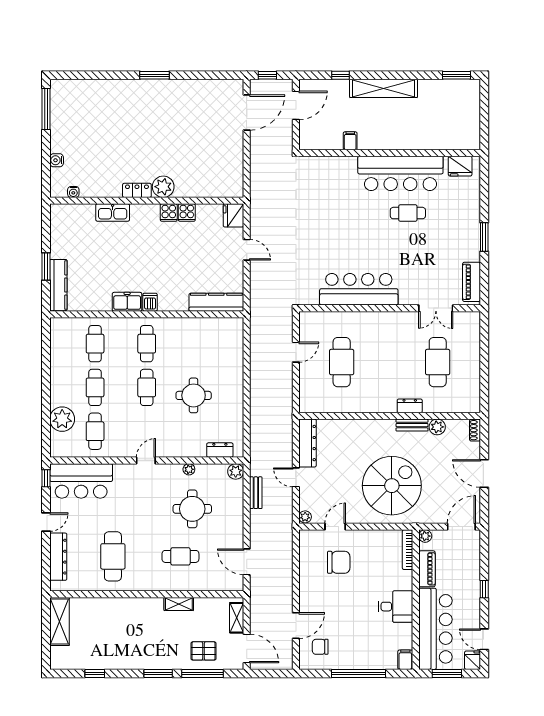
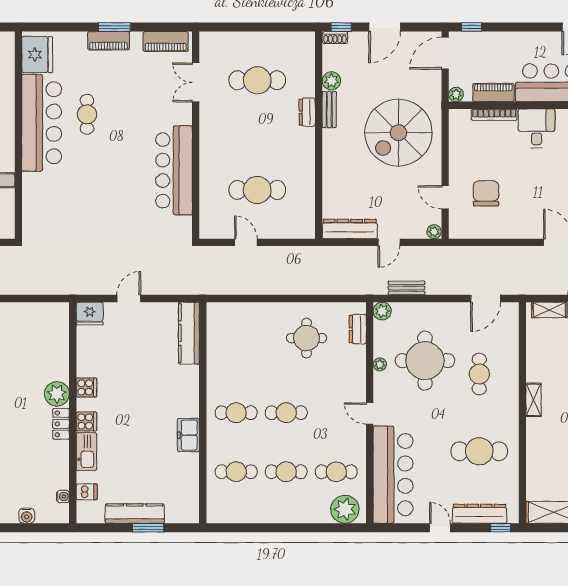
fridge: (460, 166) -> (37, 55), width x1.36, depth x1.34
cooker: (187, 213) -> (86, 421), moved
piano: (472, 232) -> (109, 41), added
kitchen counter: (58, 285) -> (135, 514), moved
dishwasher: (150, 302) -> (87, 492), moved, turned 180
double door: (436, 308) -> (196, 82), swing flipped
round table: (194, 395) -> (307, 338), moved
plant: (62, 419) -> (345, 509), moved
window: (484, 436) -> (341, 27), added
window: (46, 478) -> (501, 528), moved
bar counter: (81, 481) -> (393, 475), width x1.36
spiral stairs: (392, 486) -> (398, 133), turned -90
round table: (192, 509) -> (425, 361), width x1.36, depth x1.36
door: (461, 527) -> (445, 53), hinge flipped
bookcase: (408, 550) -> (494, 115), moved
window: (484, 589) -> (471, 27), moved
shelving: (179, 604) -> (534, 400), moved

